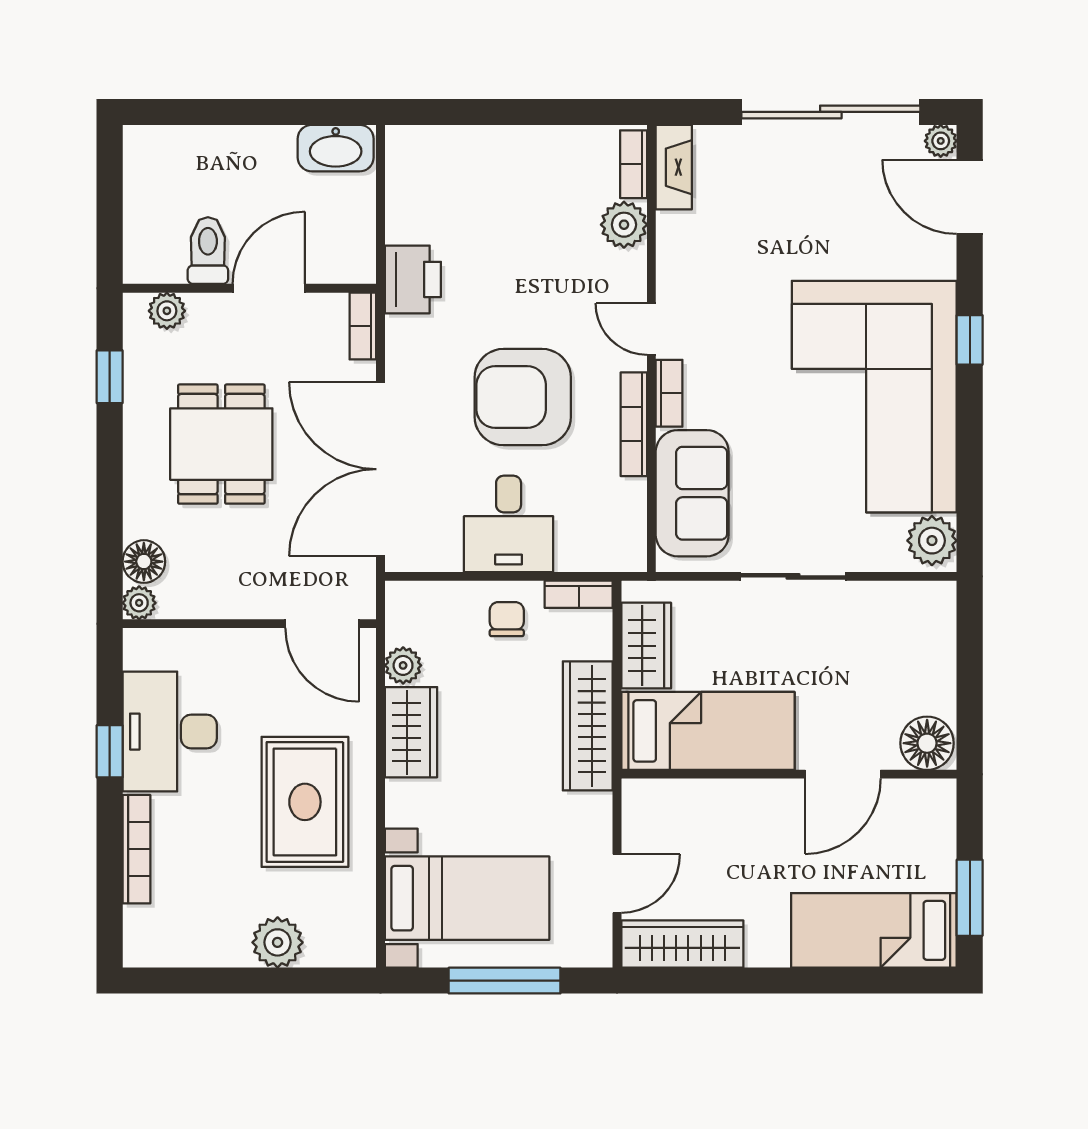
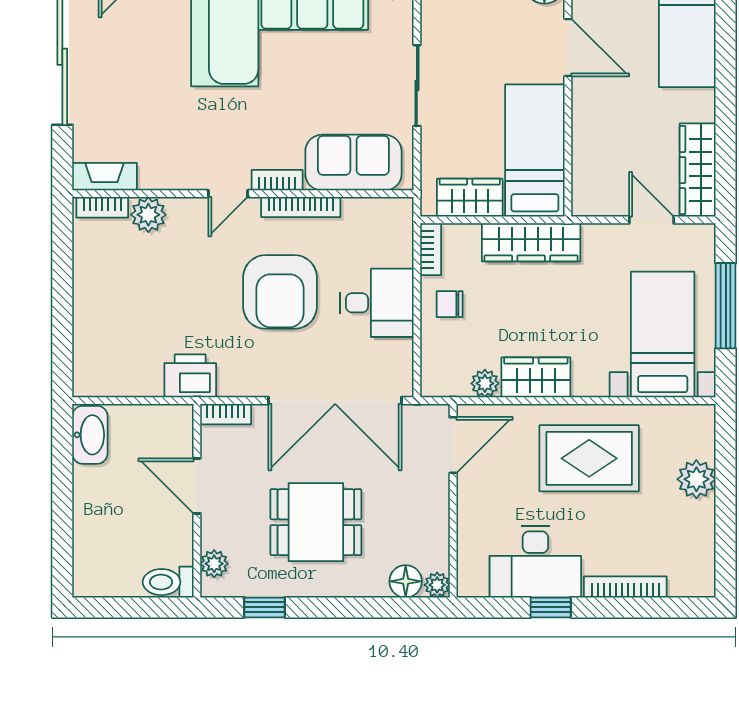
toilet: (208, 251) -> (168, 582), moved

